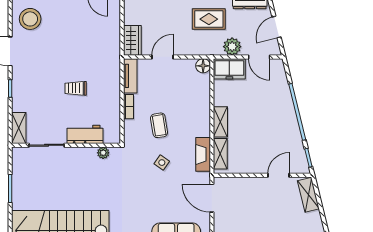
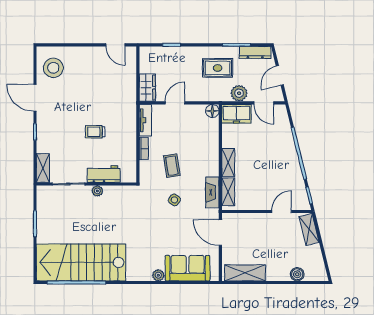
plant: (103, 153) -> (97, 191), moved

